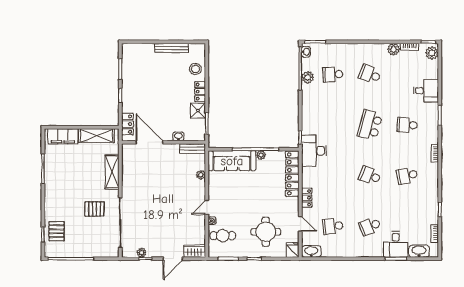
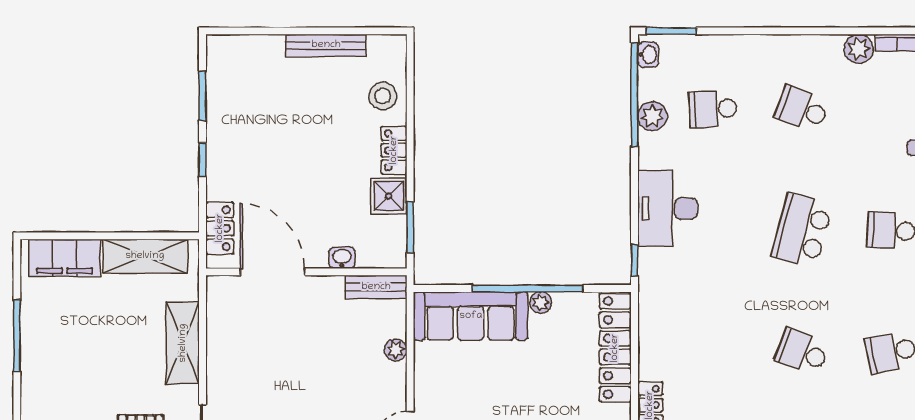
desk: (314, 151) -> (668, 208), moved

